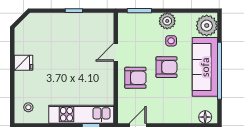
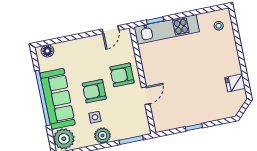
fridge: (23, 63) -> (235, 83), moved

